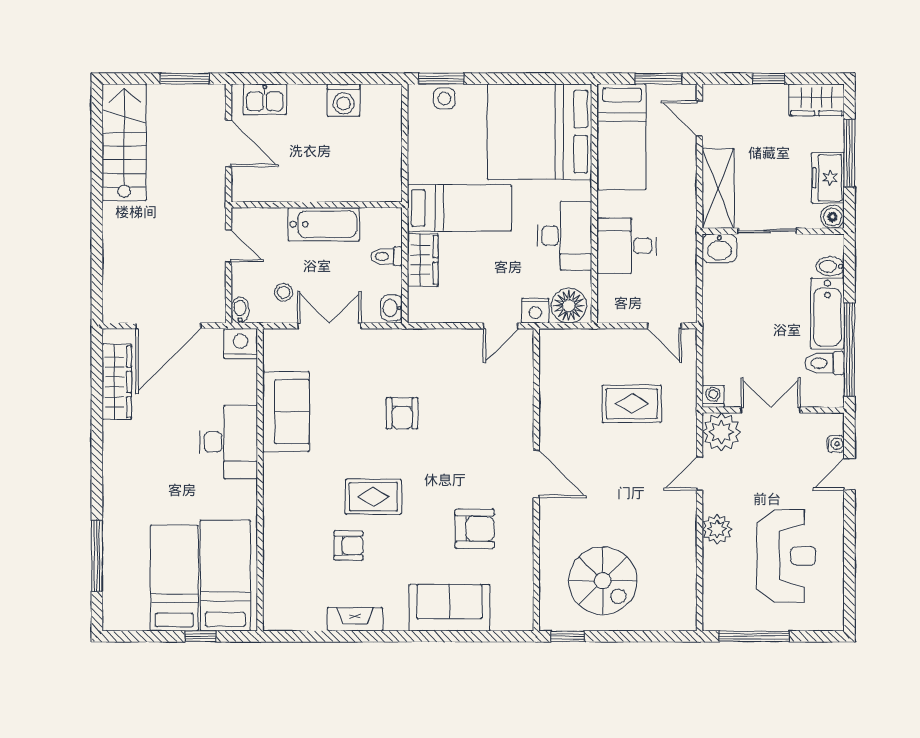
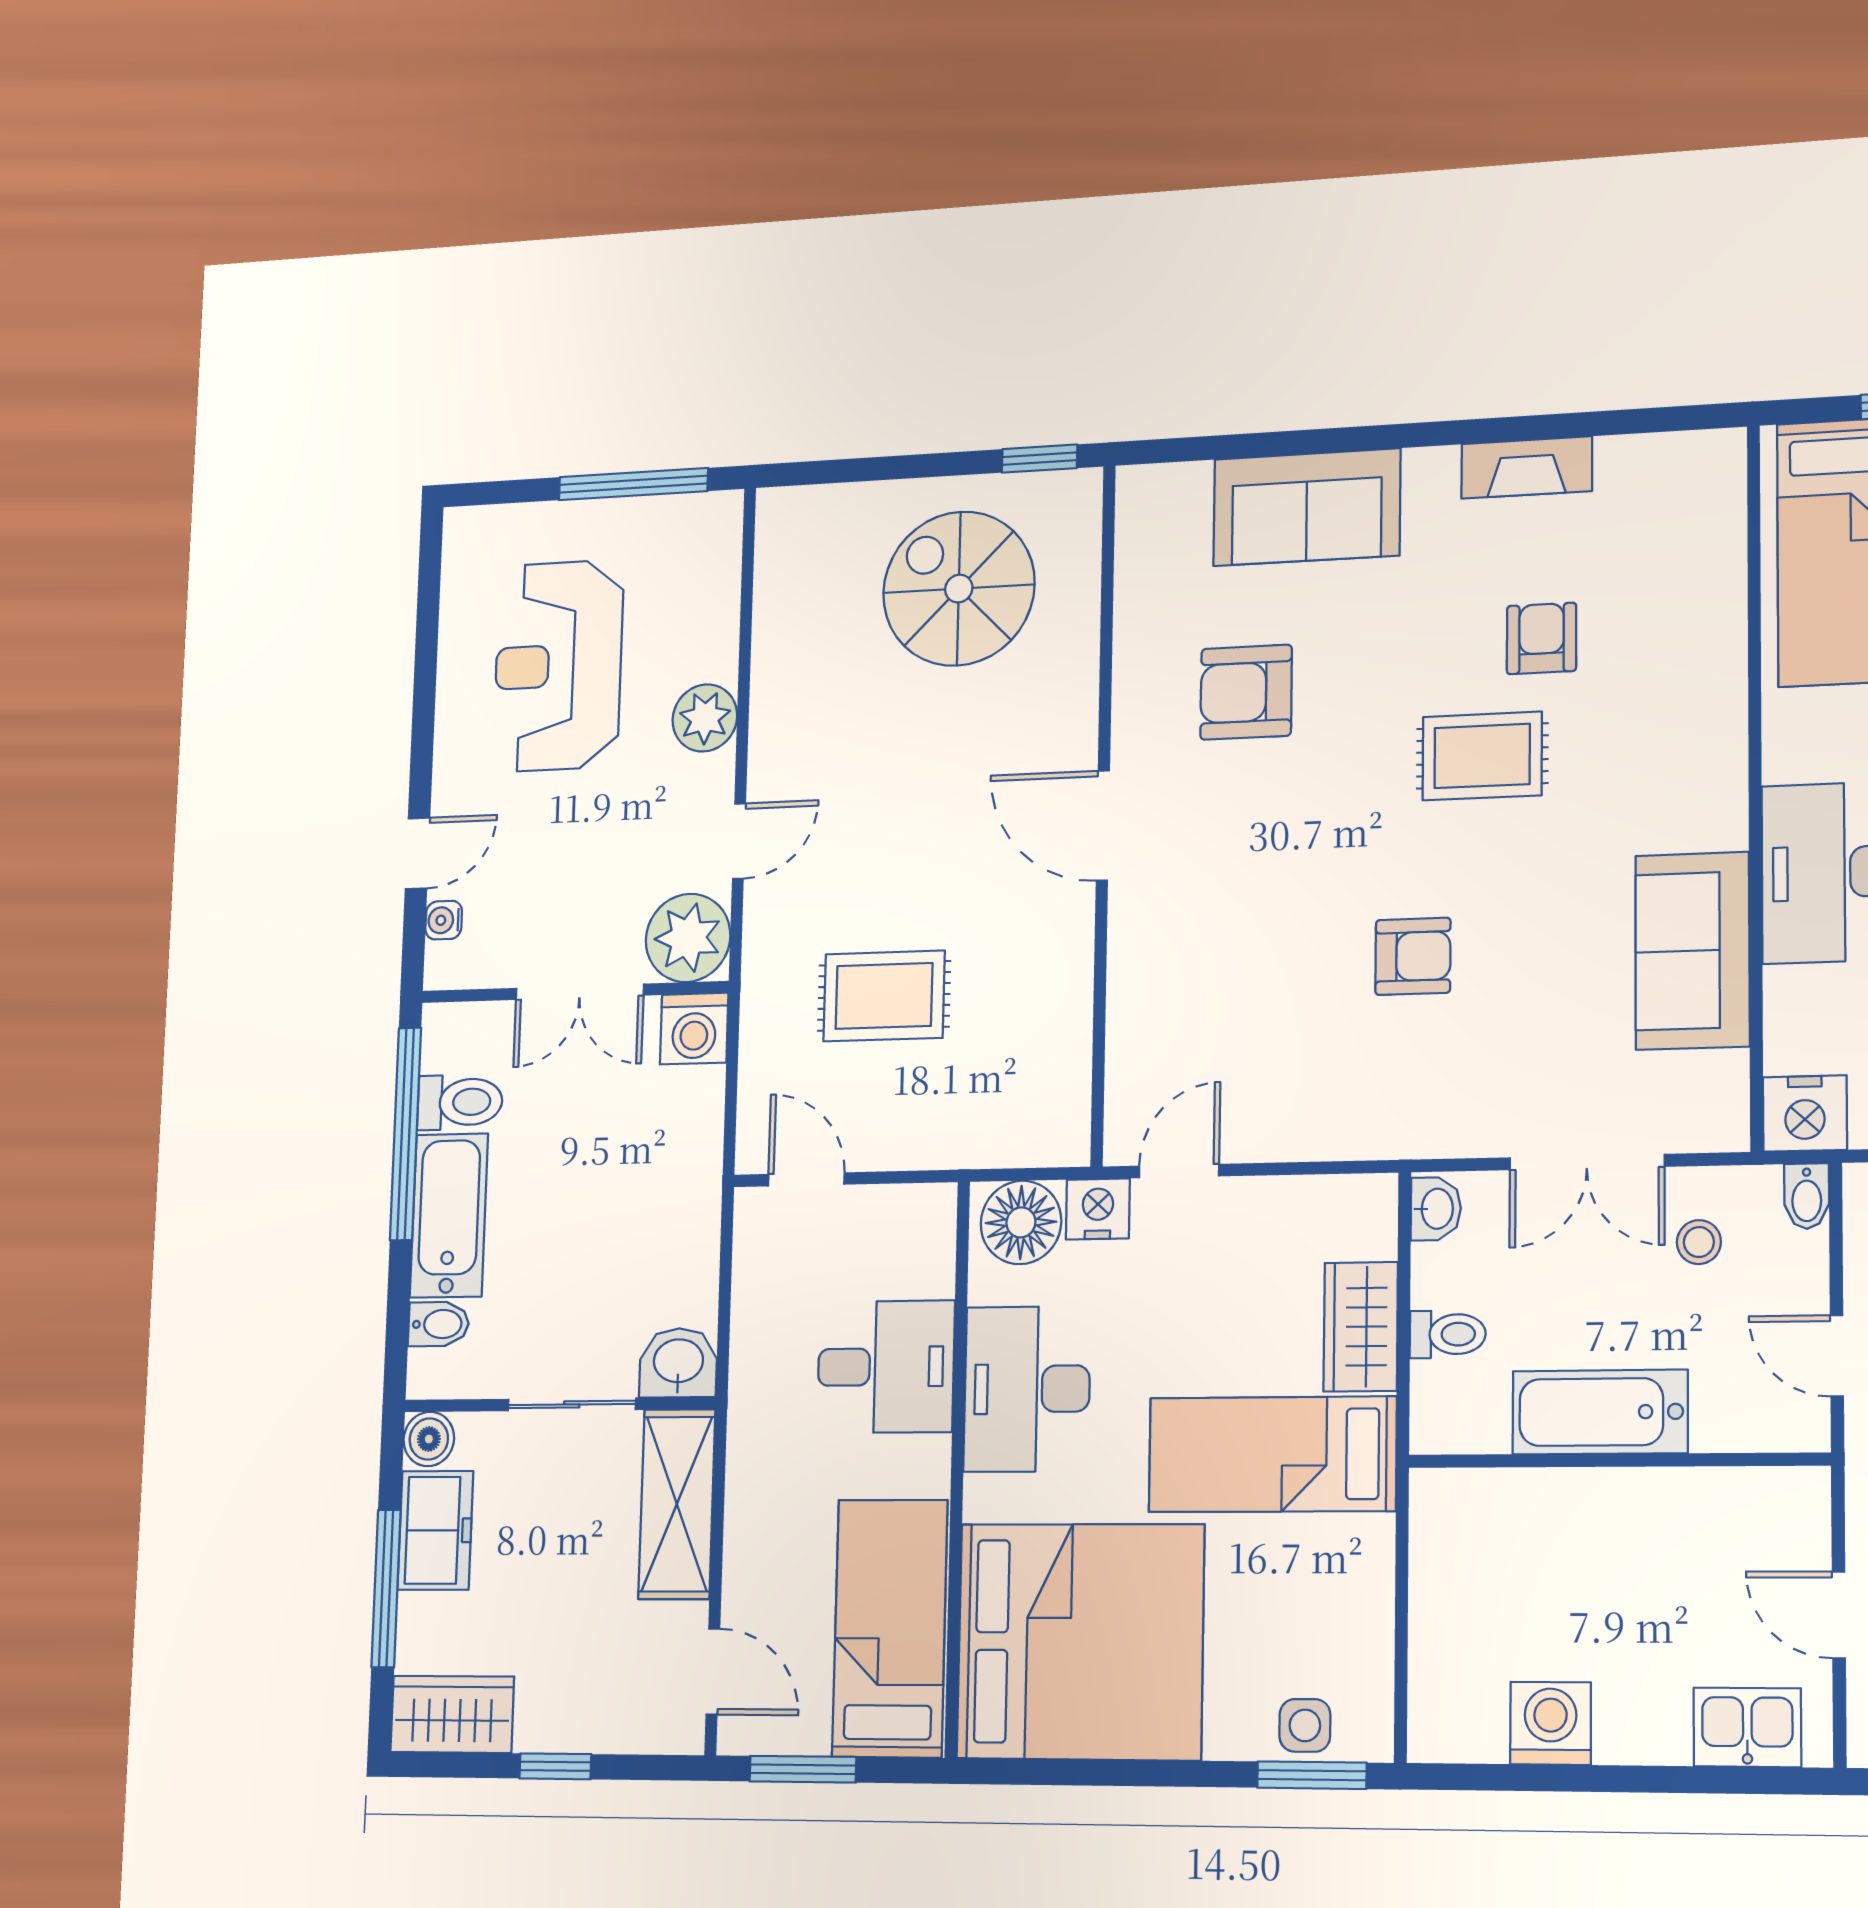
door: (228, 143) -> (1839, 1615), width x0.73
washing machine: (713, 396) -> (694, 1029), width x1.38, depth x1.38
armchair: (402, 413) -> (1413, 956), turned 90
armchair: (349, 545) -> (1542, 638), turned 90

